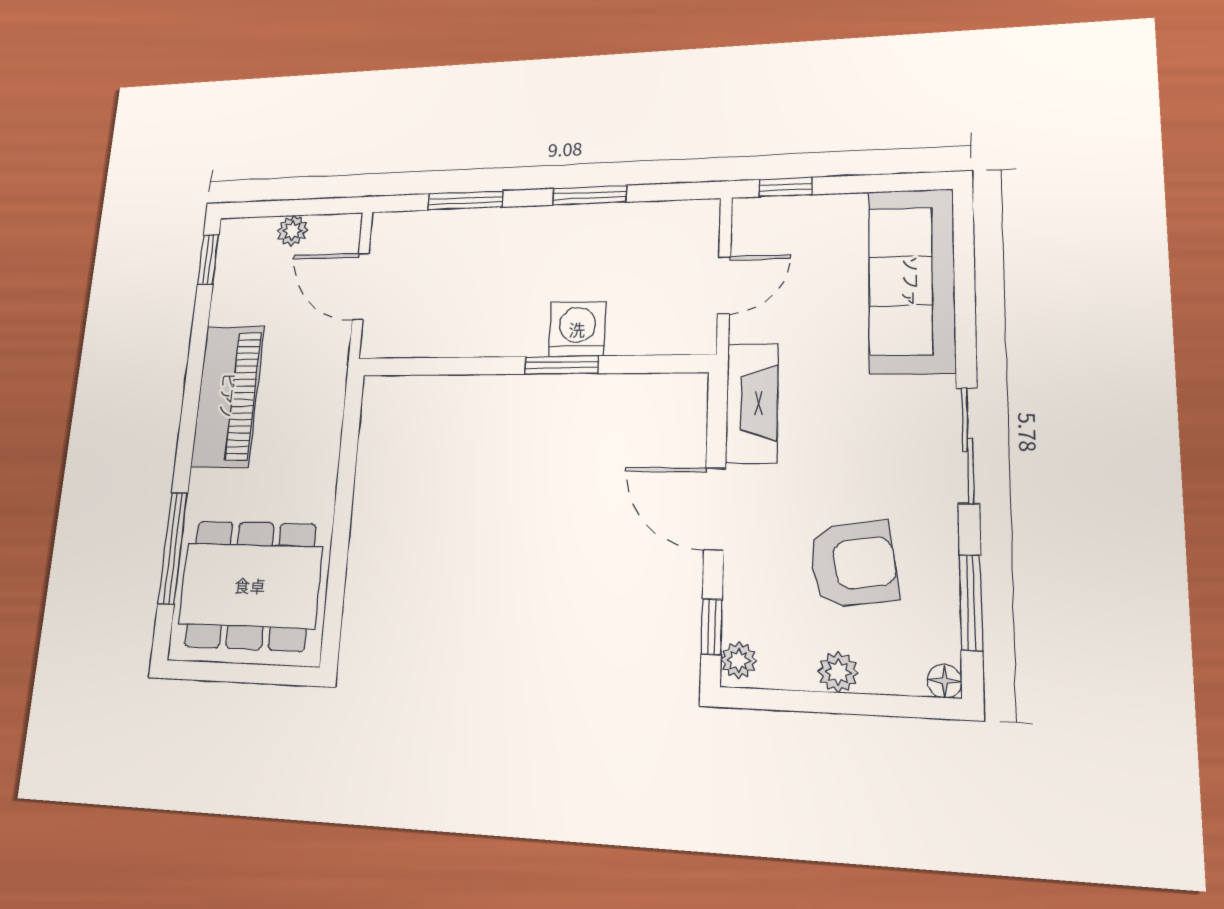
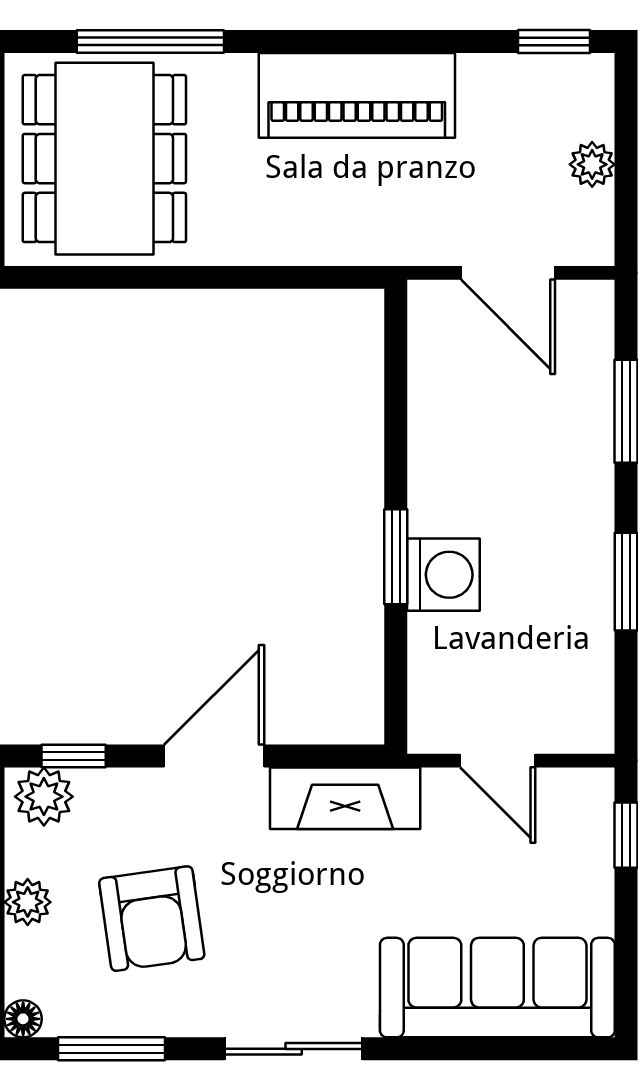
door: (361, 287) -> (508, 273), swing flipped
plant: (739, 660) -> (44, 797), width x1.38, depth x1.38

